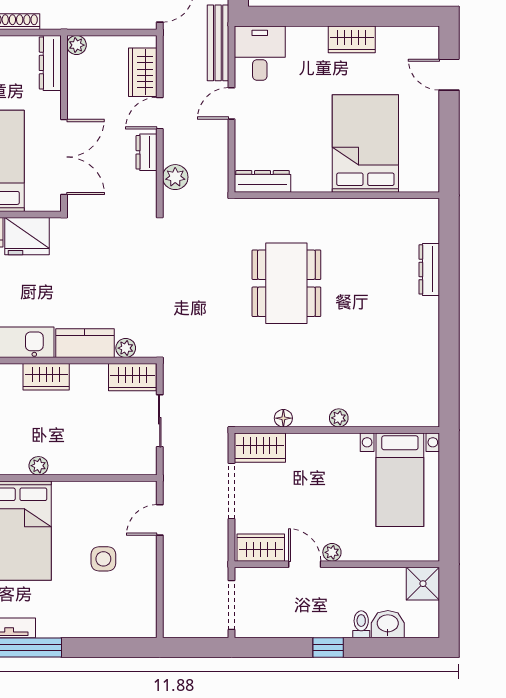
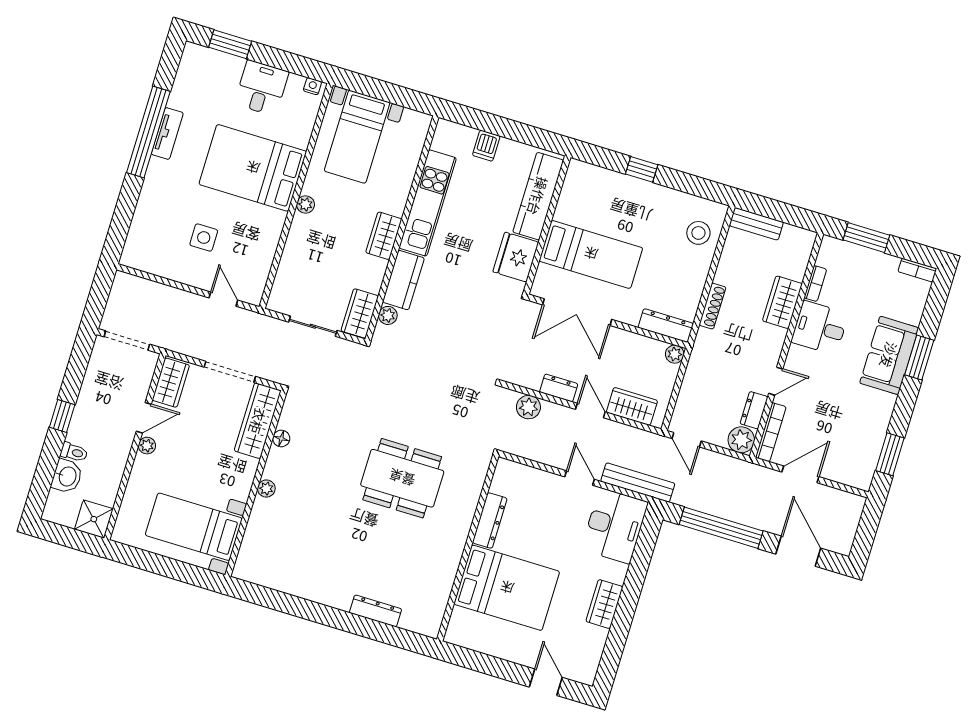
desk: (260, 53) -> (615, 526), width x1.37
door: (449, 75) -> (546, 682), hinge flipped
dresser: (263, 181) -> (490, 521), moved
wardrobe: (260, 448) -> (258, 421), width x1.50

